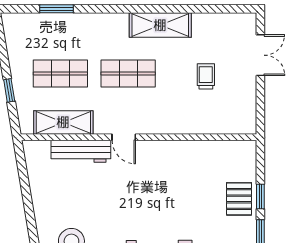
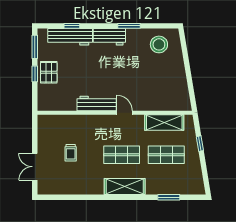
shelving: (160, 25) -> (125, 187), moved
workbench: (81, 151) -> (97, 104), moved

